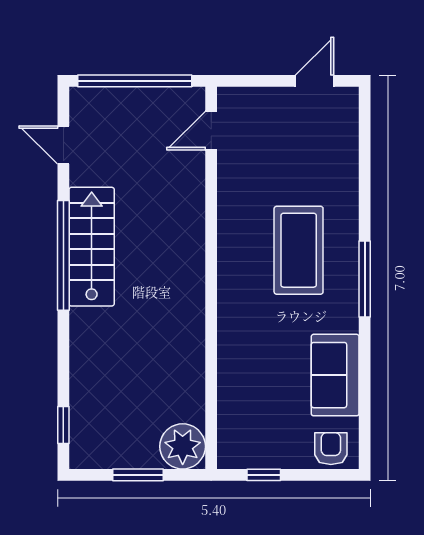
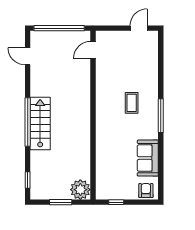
stairs: (92, 247) -> (40, 124), moved
coffee table: (299, 250) -> (132, 103), width x0.54, depth x0.58
window: (63, 255) -> (28, 122), moved

